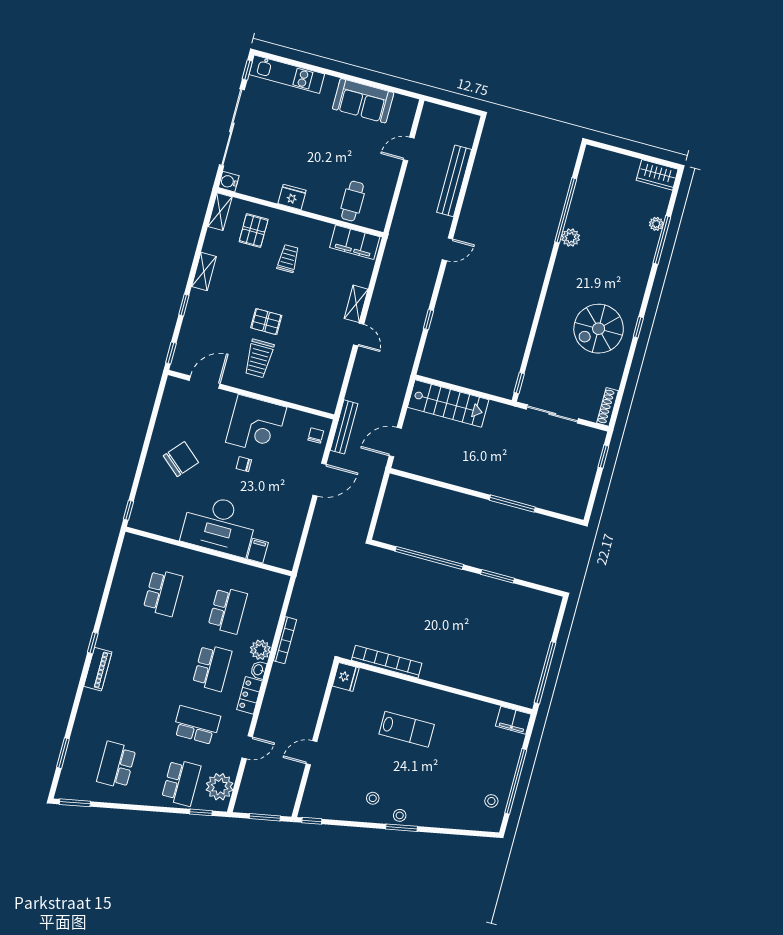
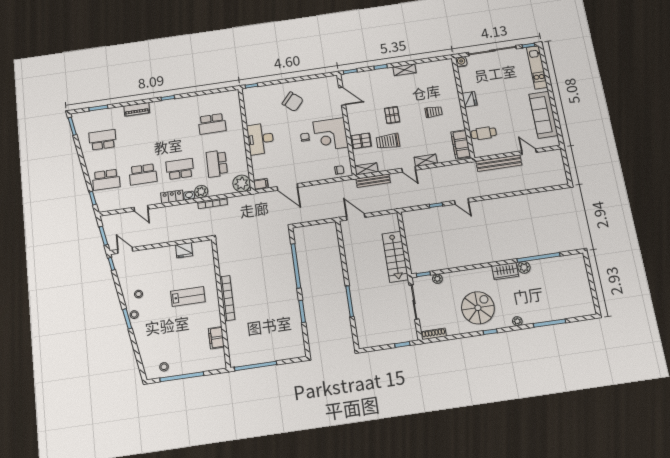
sofa: (363, 101) -> (543, 115), width x1.36
wardrobe: (657, 175) -> (505, 271), moved, turned -90
bench: (454, 181) -> (499, 163), moved
shelving: (220, 212) -> (366, 169), moved
plant: (656, 224) -> (517, 321), moved
pallet: (254, 230) -> (361, 141), moved
door: (447, 249) -> (462, 201), moved
spiral stairs: (599, 329) -> (478, 308), turned 90
door: (359, 334) -> (409, 169), hinge flipped
trolley: (259, 359) -> (388, 141), moved
plant: (534, 366) -> (437, 279), added
stairs: (448, 403) -> (395, 257), moved
bench: (344, 427) -> (373, 181), moved
door: (319, 480) -> (287, 187), moved
desk: (219, 525) -> (260, 139), width x0.73, depth x0.77
filing cabinet: (258, 551) -> (261, 184), moved
school desk: (228, 610) -> (217, 164), turned 90
bookcase: (387, 662) -> (227, 298), moved
school desk: (212, 668) -> (180, 169), turned 180
piano: (98, 669) -> (137, 109), moved
fridge: (346, 677) -> (184, 250), moved
filing cabinet: (513, 720) -> (216, 338), moved
school desk: (197, 725) -> (143, 174), turned 90
lab bench: (407, 729) -> (188, 297), turned -90
door: (312, 753) -> (125, 250), moved
plant: (220, 787) -> (242, 183), moved

